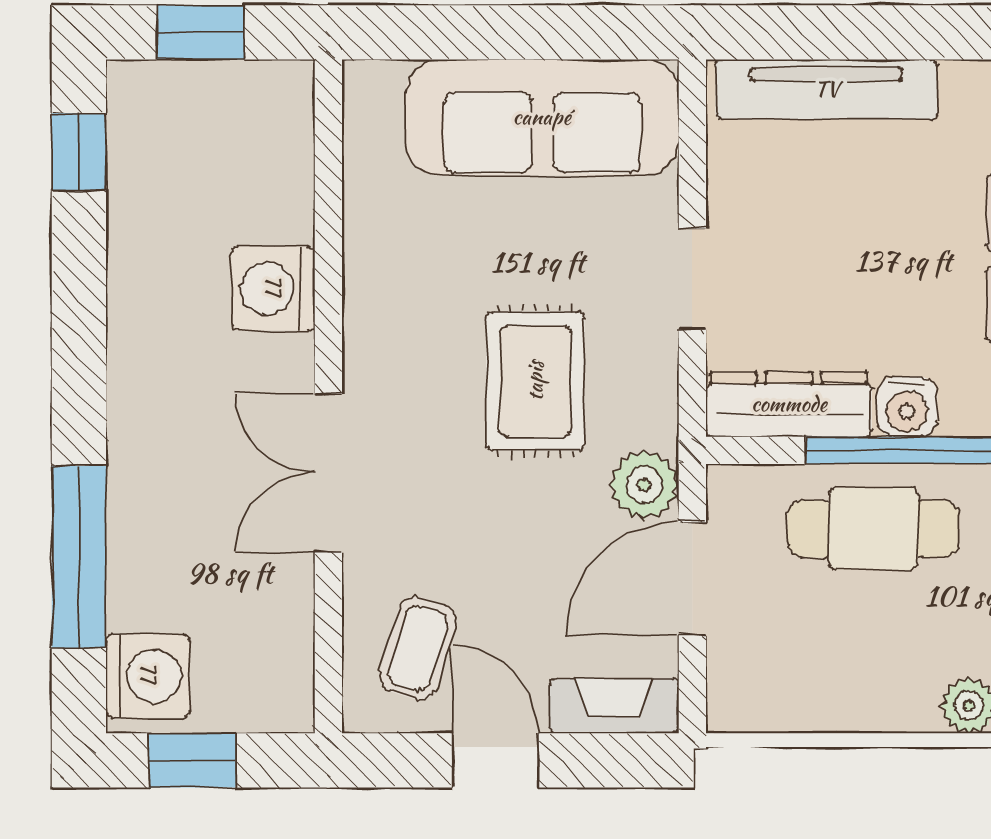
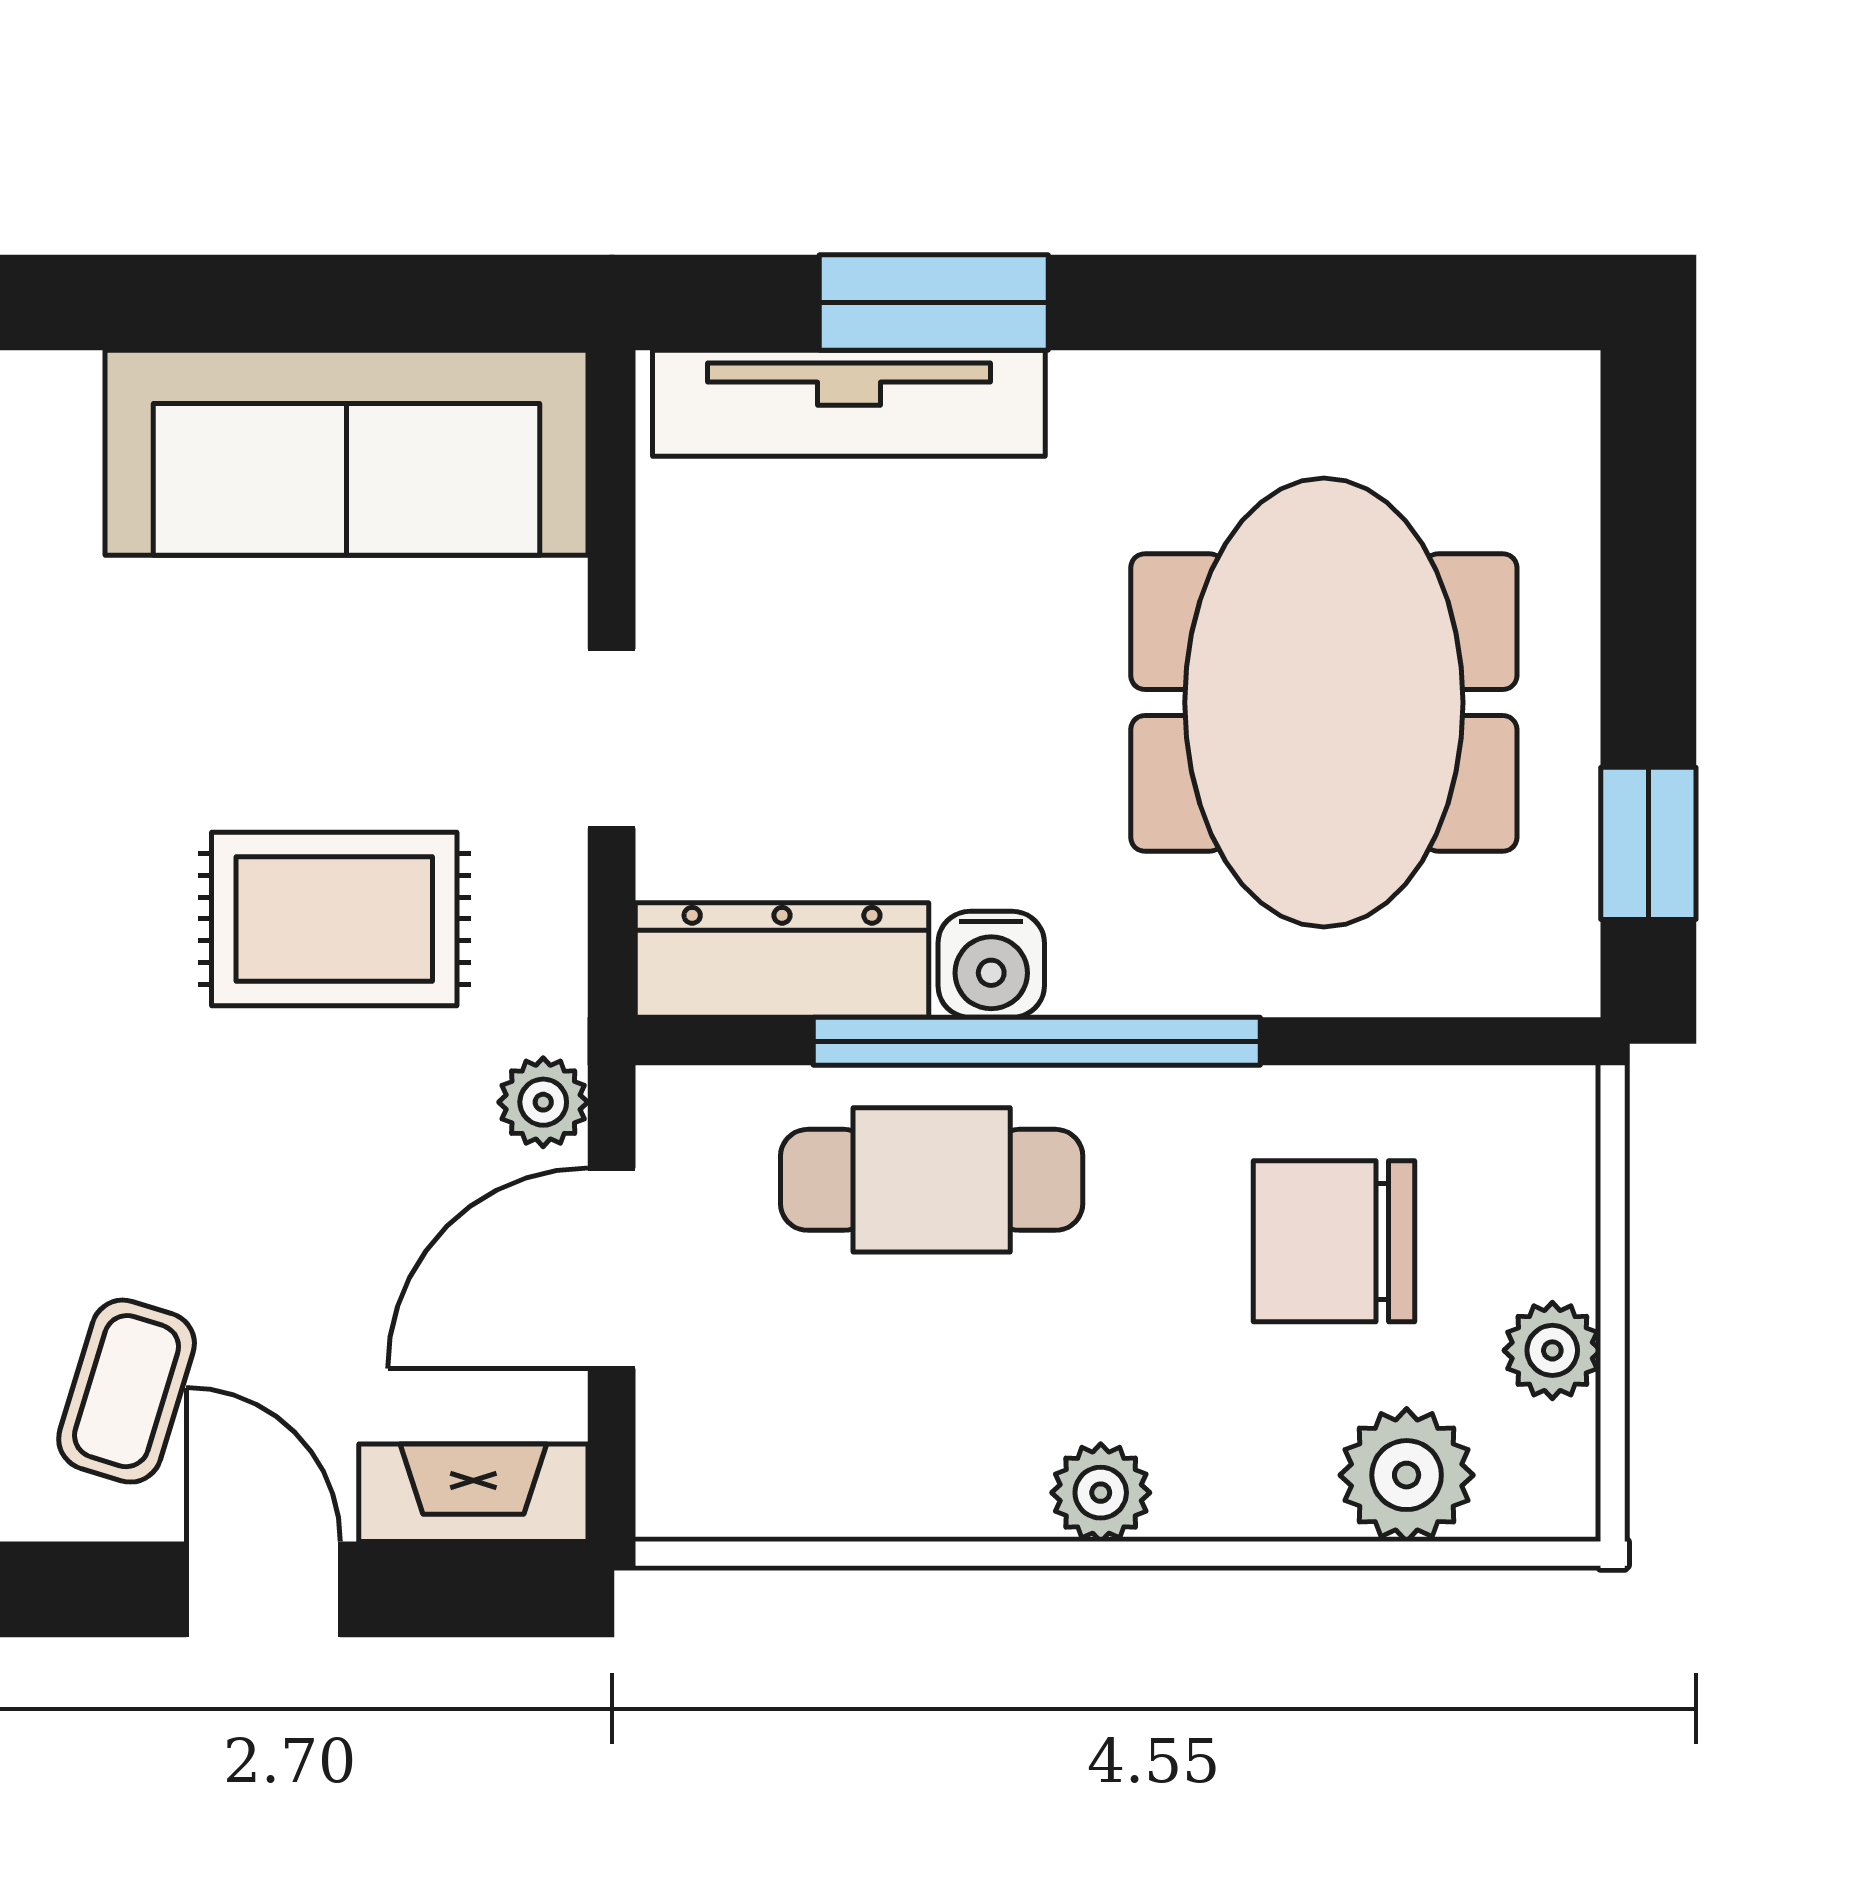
window: (875, 32) -> (934, 302), added
rug: (535, 381) -> (334, 919), turned 90
plant: (644, 485) -> (543, 1102), width x0.73, depth x0.73

